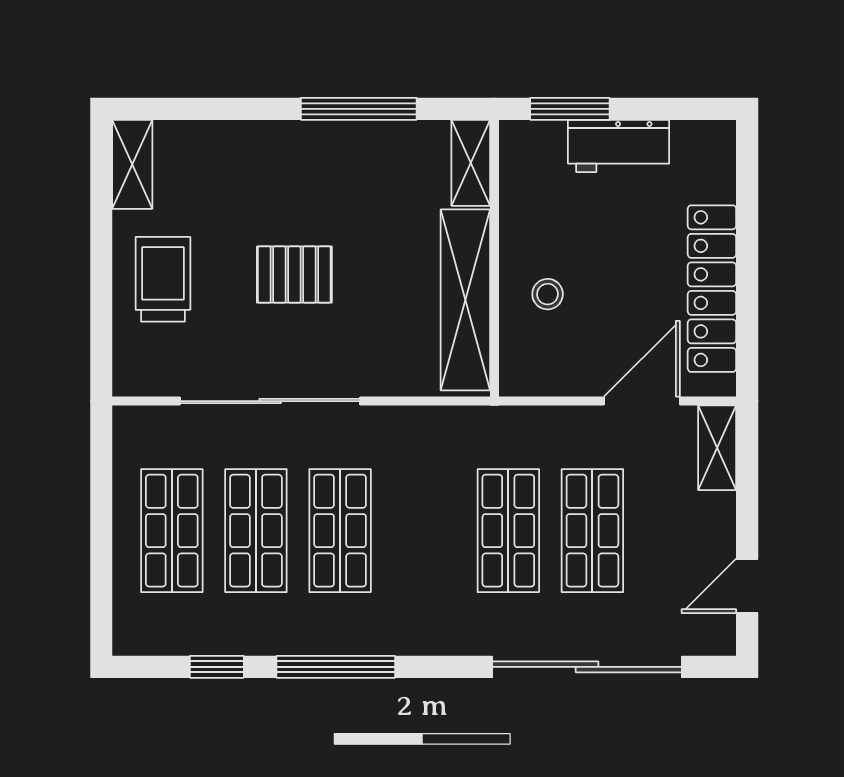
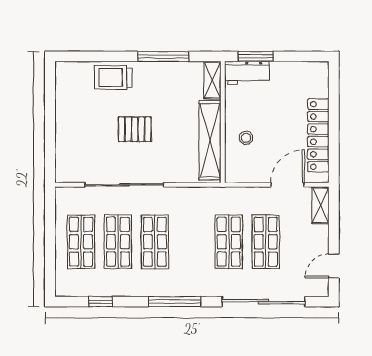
workbench: (619, 146) -> (247, 73), moved
shelving: (132, 164) -> (64, 81), removed
trolley: (163, 279) -> (113, 77), moved, turned -90
window: (336, 667) -> (175, 302), moved

